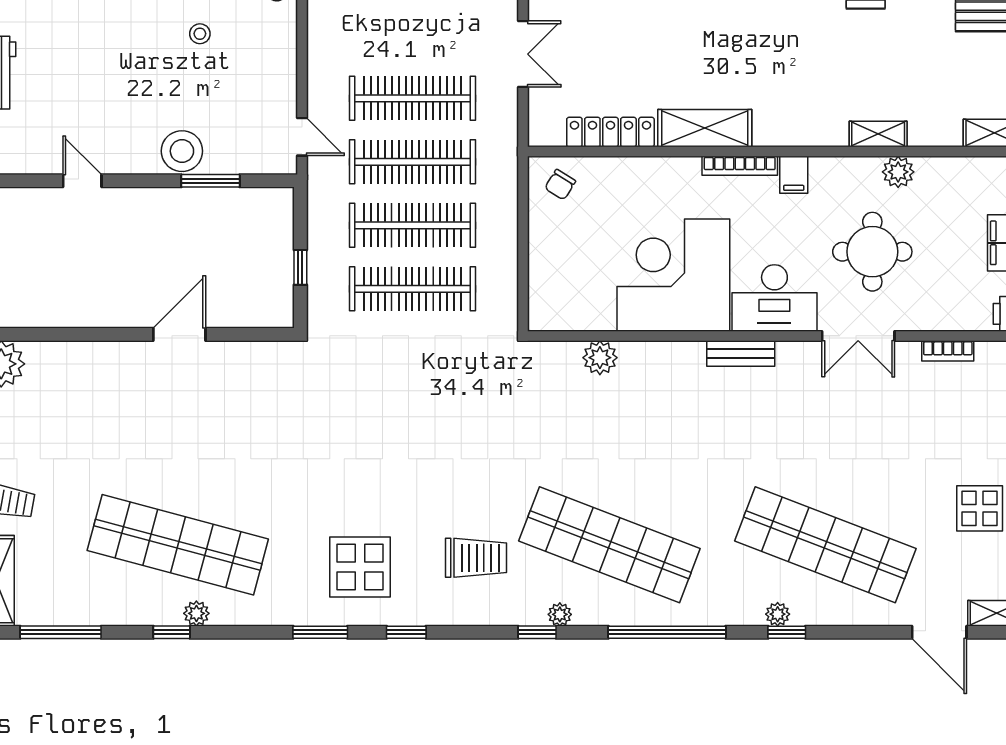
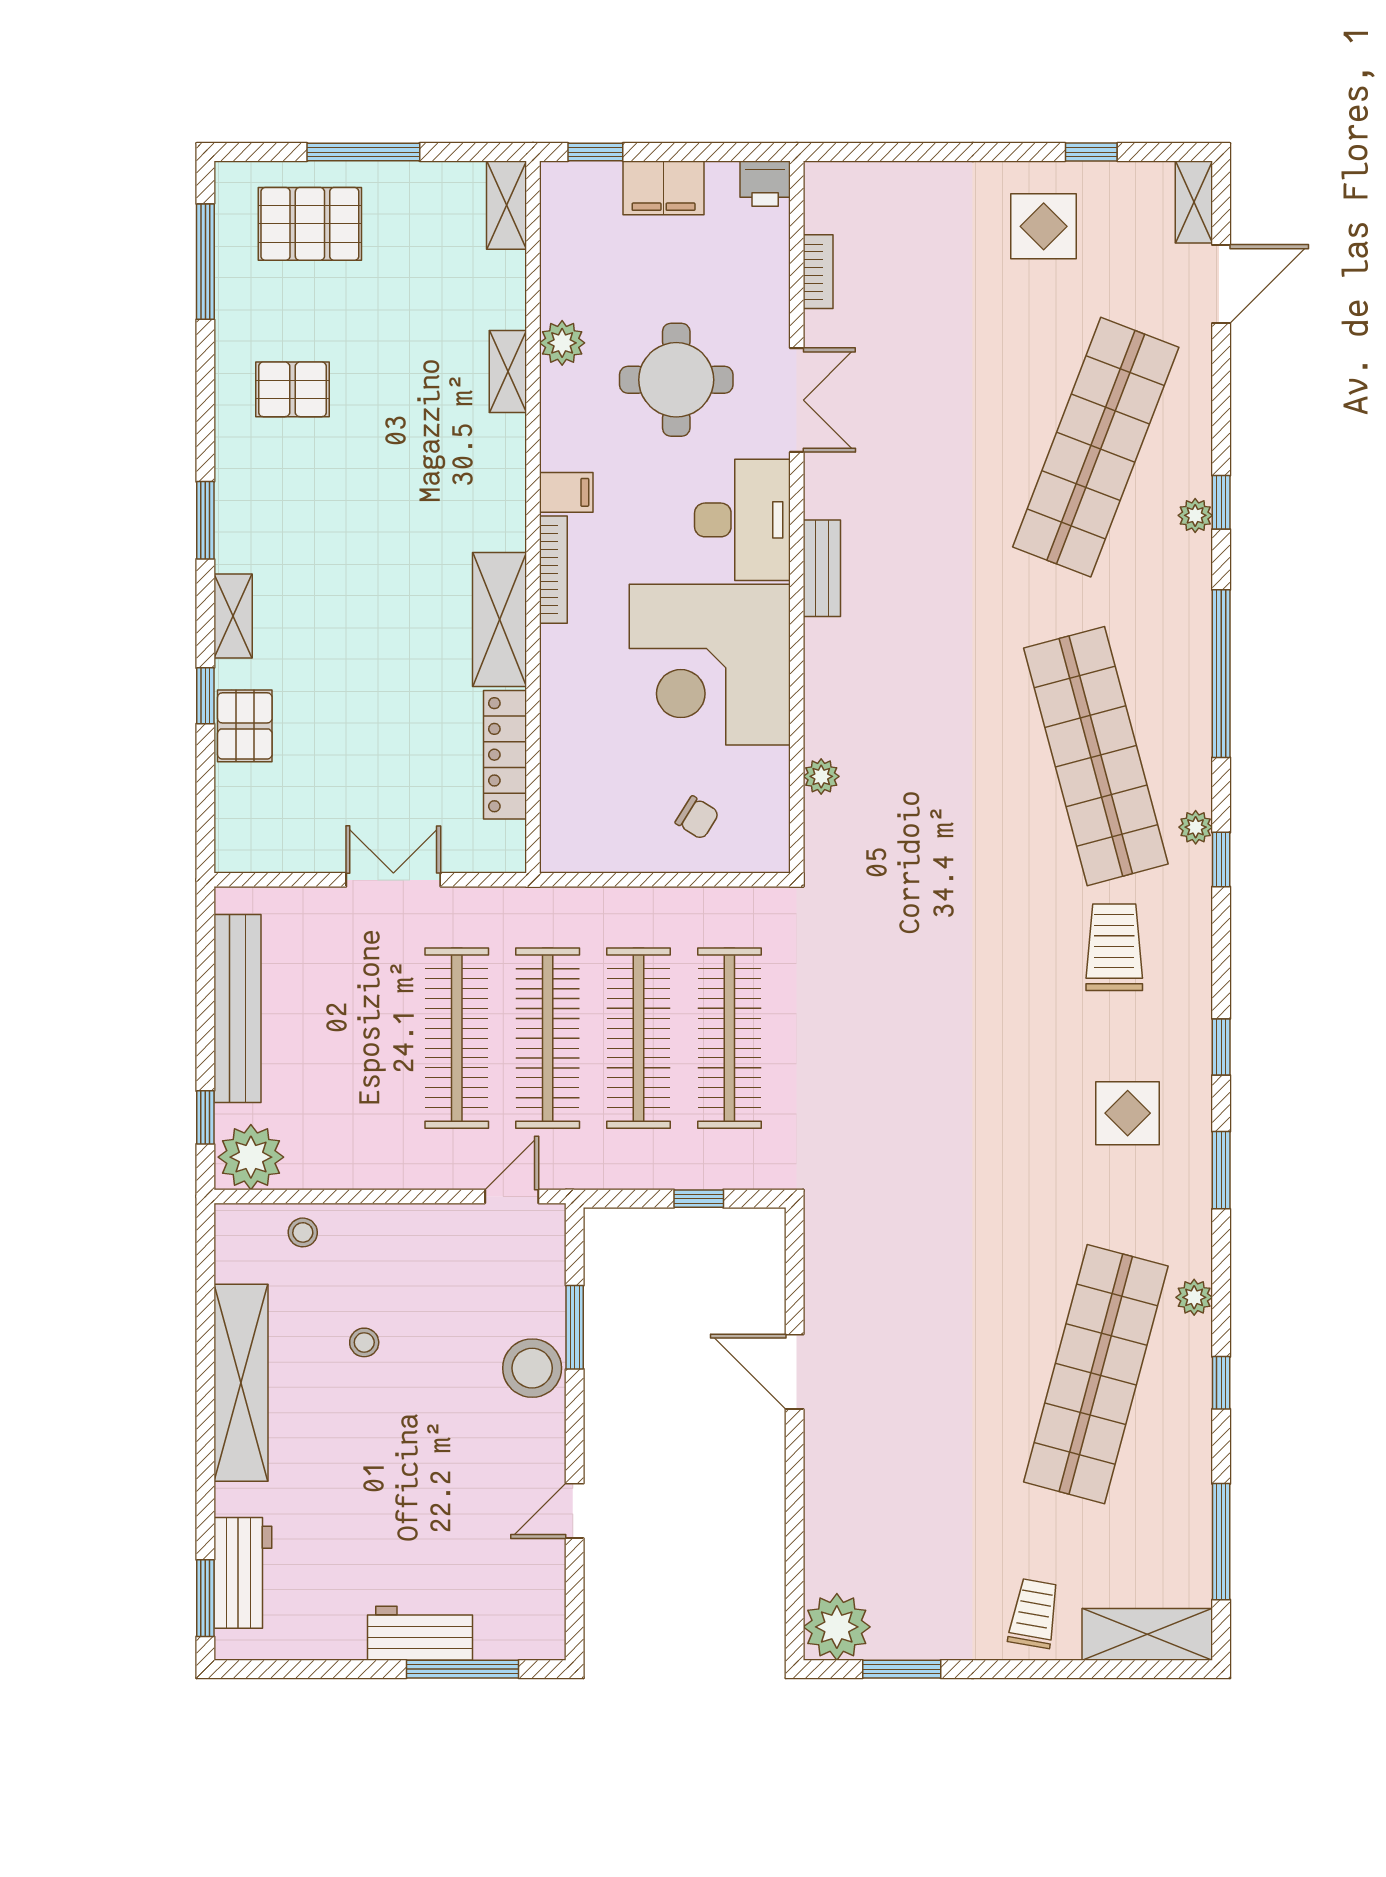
chair: (560, 185) -> (697, 818), moved
plant: (600, 358) -> (821, 776), width x0.73, depth x0.73
shop shelf: (609, 545) -> (1096, 756), turned -36
display table: (360, 567) -> (1128, 1113), width x0.73, depth x0.73
plant: (196, 613) -> (1194, 1297), moved

